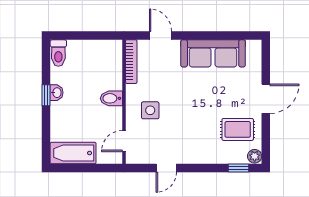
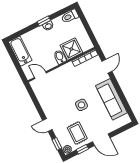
shower: (108, 75) -> (71, 49), added
side table: (150, 110) -> (81, 105), moved
window: (266, 134) -> (82, 149), added
door: (166, 168) -> (47, 125), moved

